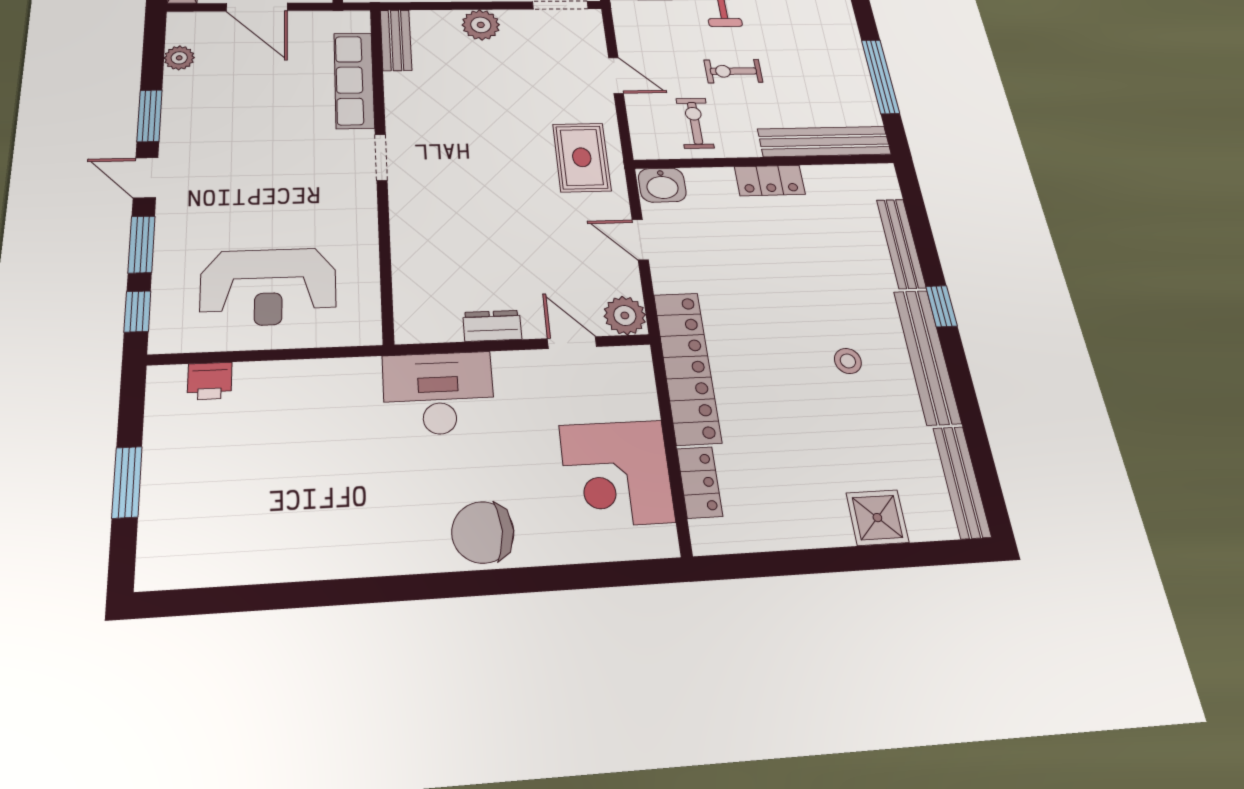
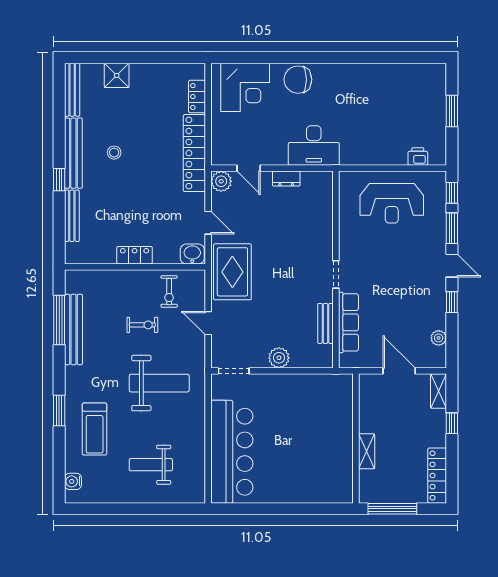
bench: (396, 40) -> (325, 323), moved
window: (150, 116) -> (452, 302), width x0.67
bench: (824, 142) -> (73, 329), moved, turned 90
rug: (582, 157) -> (232, 272), width x1.36, depth x1.43
reception desk: (268, 287) -> (392, 203), turned 180
corner desk: (617, 473) -> (245, 87), moved, turned 90
chair: (483, 532) -> (298, 80), turned 180

